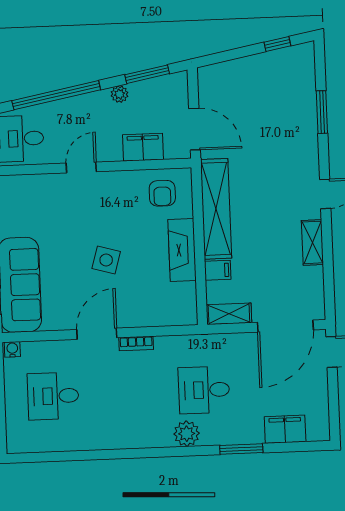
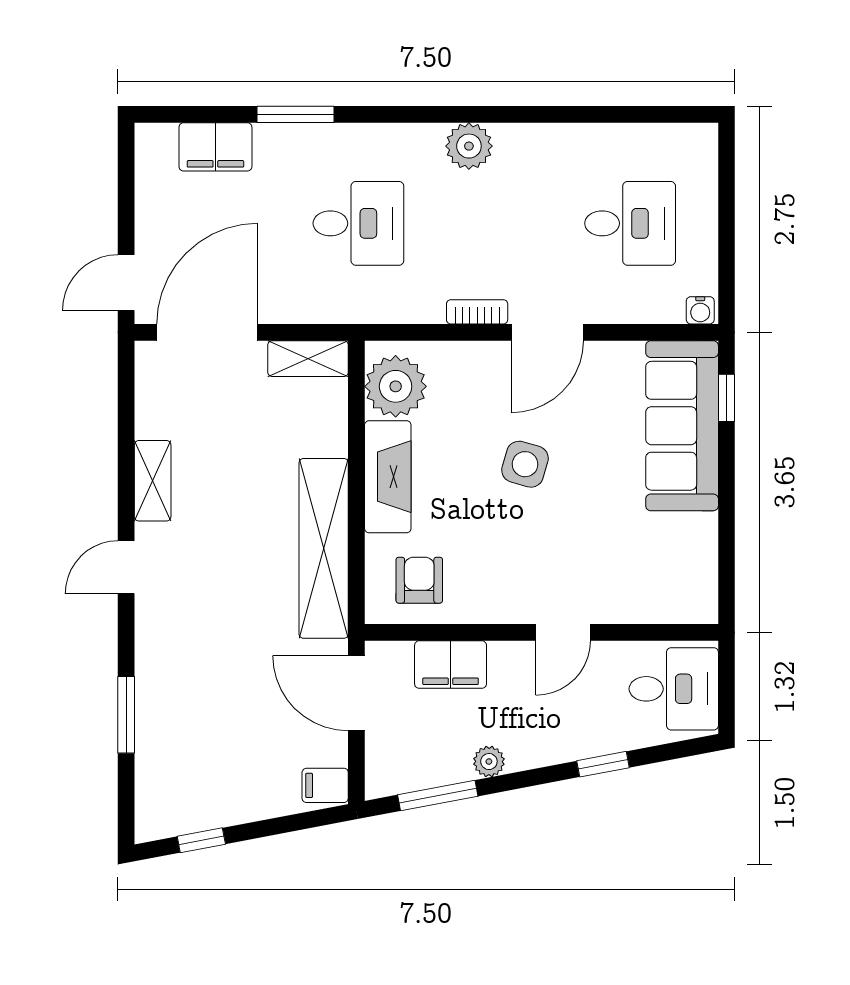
window: (56, 95) -> (603, 764), width x0.32
filing cabinet: (218, 270) -> (325, 785), moved
plant: (180, 300) -> (396, 386), added
plant: (187, 434) -> (469, 146), moved

